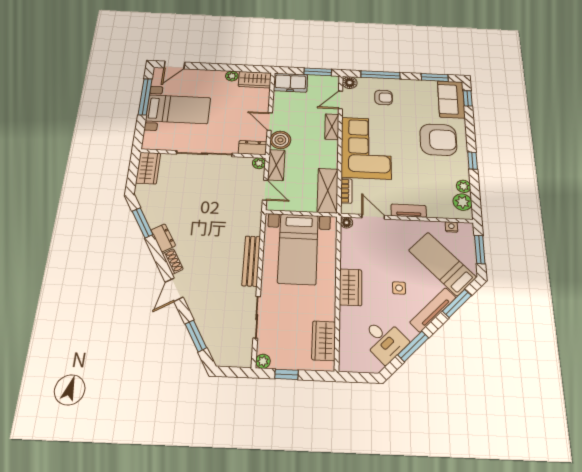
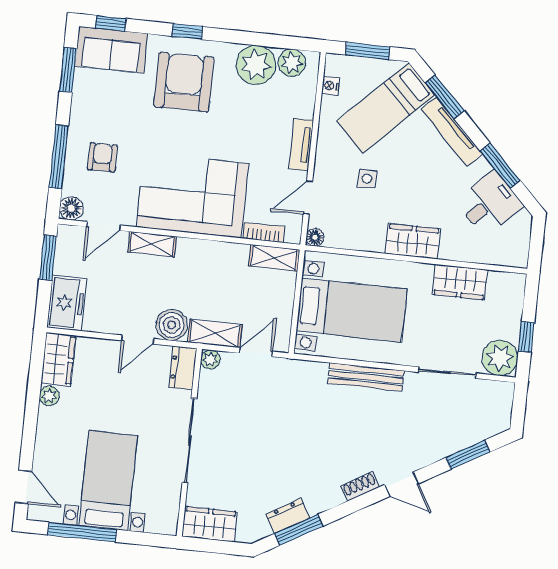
door: (341, 100) -> (104, 226), hinge flipped
window: (473, 161) -> (187, 32), moved
plant: (464, 186) -> (256, 65), width x1.87, depth x1.87
shelving: (328, 190) -> (274, 258), width x0.67, depth x0.75
dresser: (163, 238) -> (288, 516), moved
side table: (399, 288) -> (367, 179), moved
wardrobe: (324, 341) -> (460, 282), moved
plant: (263, 361) -> (500, 358), width x1.88, depth x1.88

